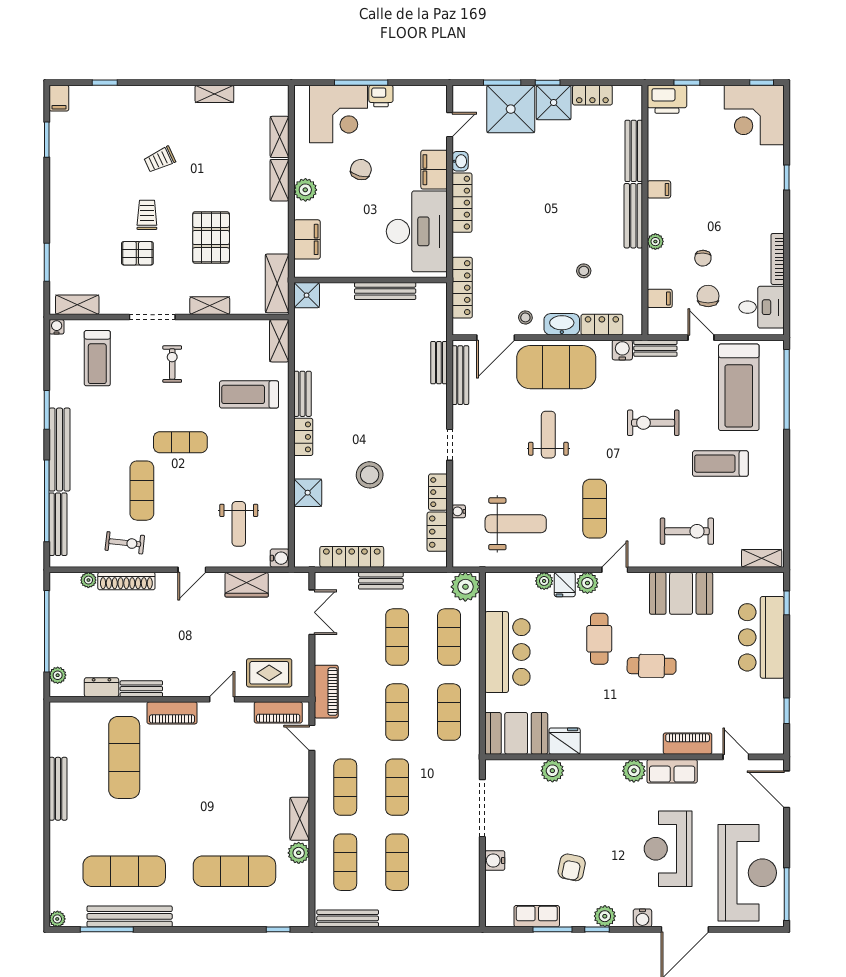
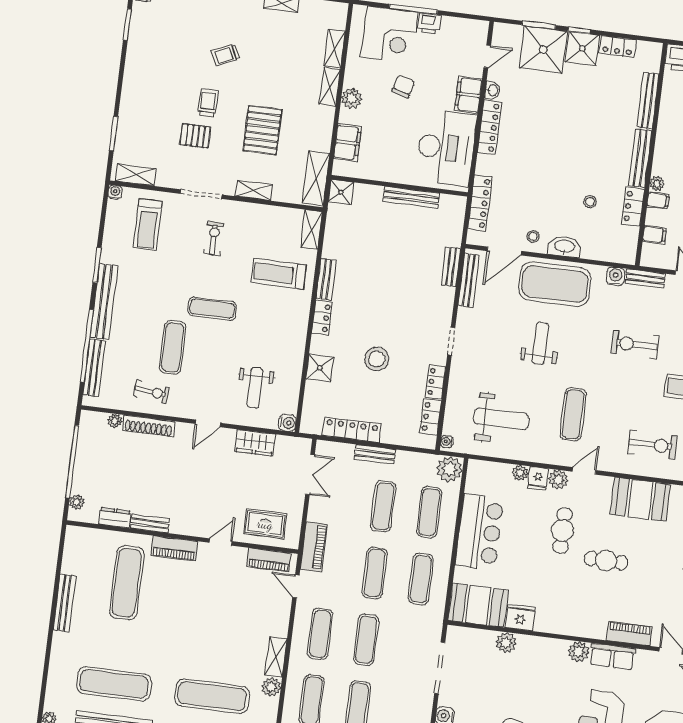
filing cabinet: (659, 189) -> (658, 200), moved
locker: (602, 325) -> (633, 207), moved, turned -90
water cooler: (459, 511) -> (447, 442), moved

